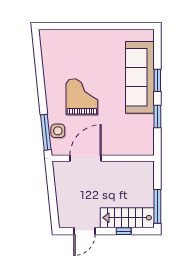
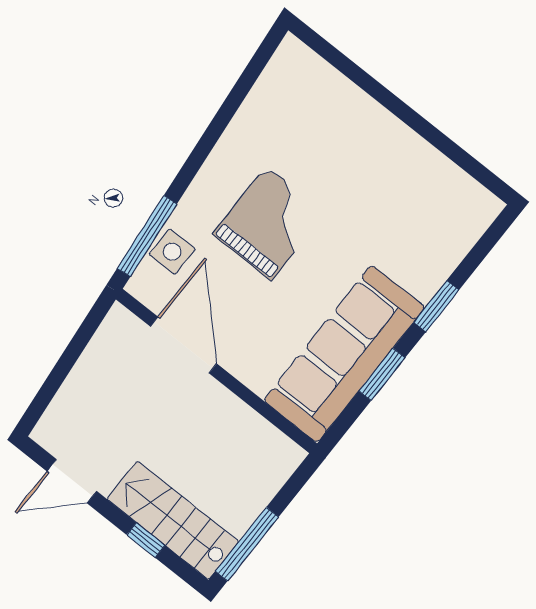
sofa: (140, 77) -> (344, 354), moved
door: (86, 158) -> (183, 345), hinge flipped

